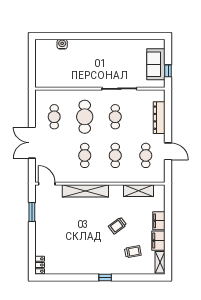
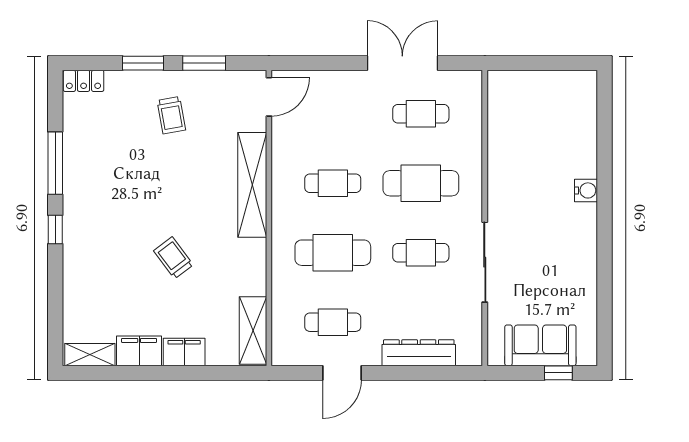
water cooler: (62, 44) -> (586, 190), moved
window: (168, 71) -> (558, 373), moved
double door: (32, 143) -> (402, 63), moved
cafe table: (115, 155) -> (333, 253), width x1.37, depth x1.35
shelving: (138, 191) -> (253, 330), moved
window: (32, 239) -> (143, 63), added
trolley: (133, 252) -> (171, 115), moved
window: (76, 277) -> (55, 163), added

